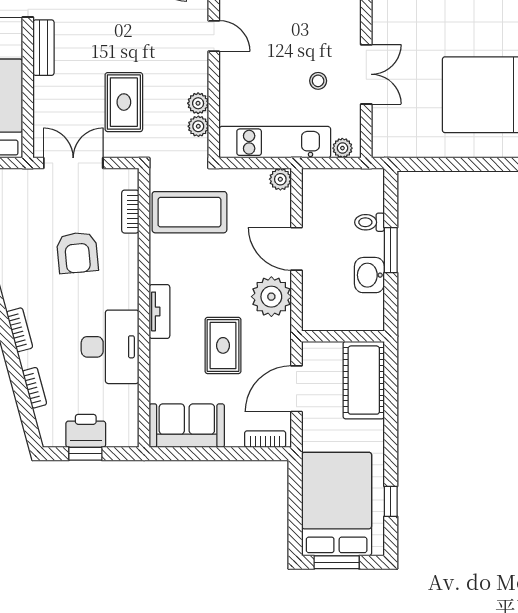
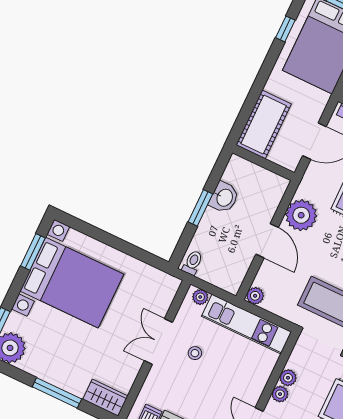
plant: (198, 126) -> (280, 394), moved
toilet: (369, 222) -> (193, 263), moved, turned -90

